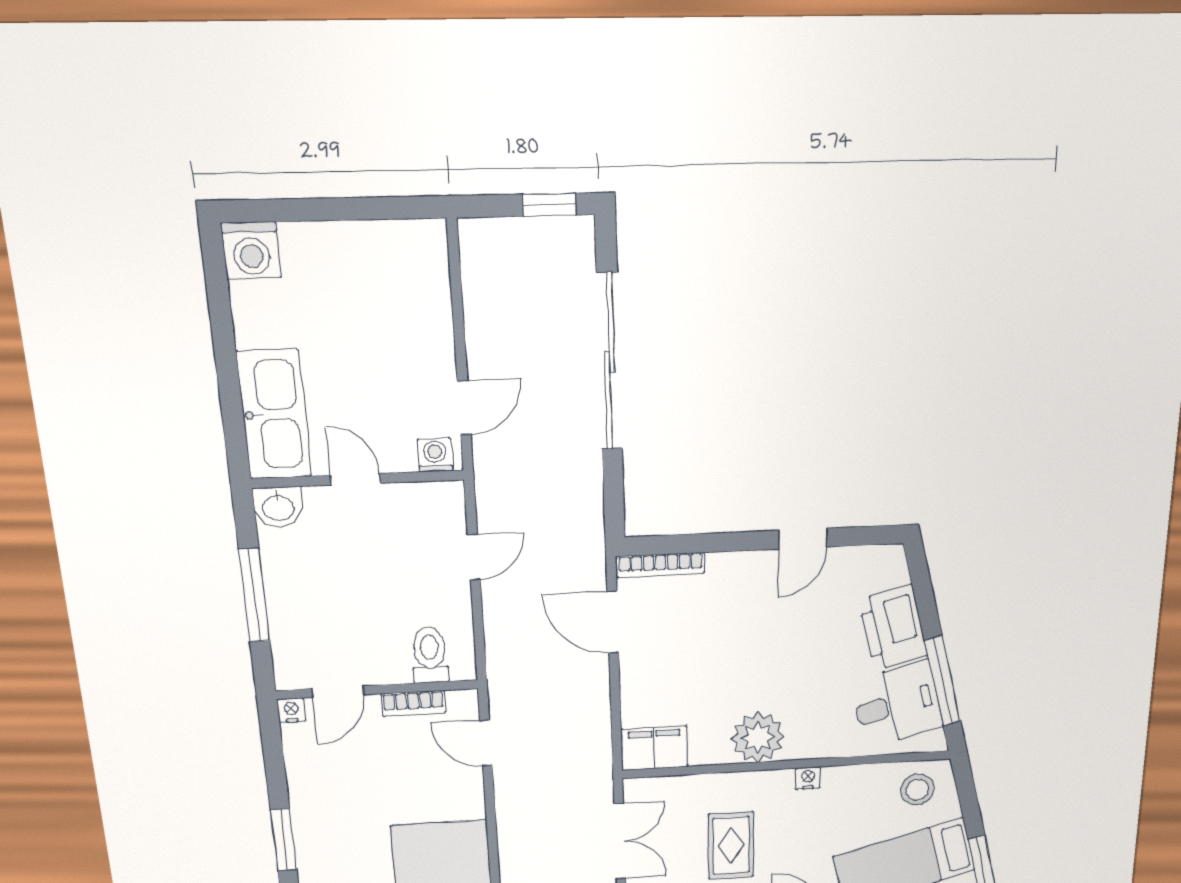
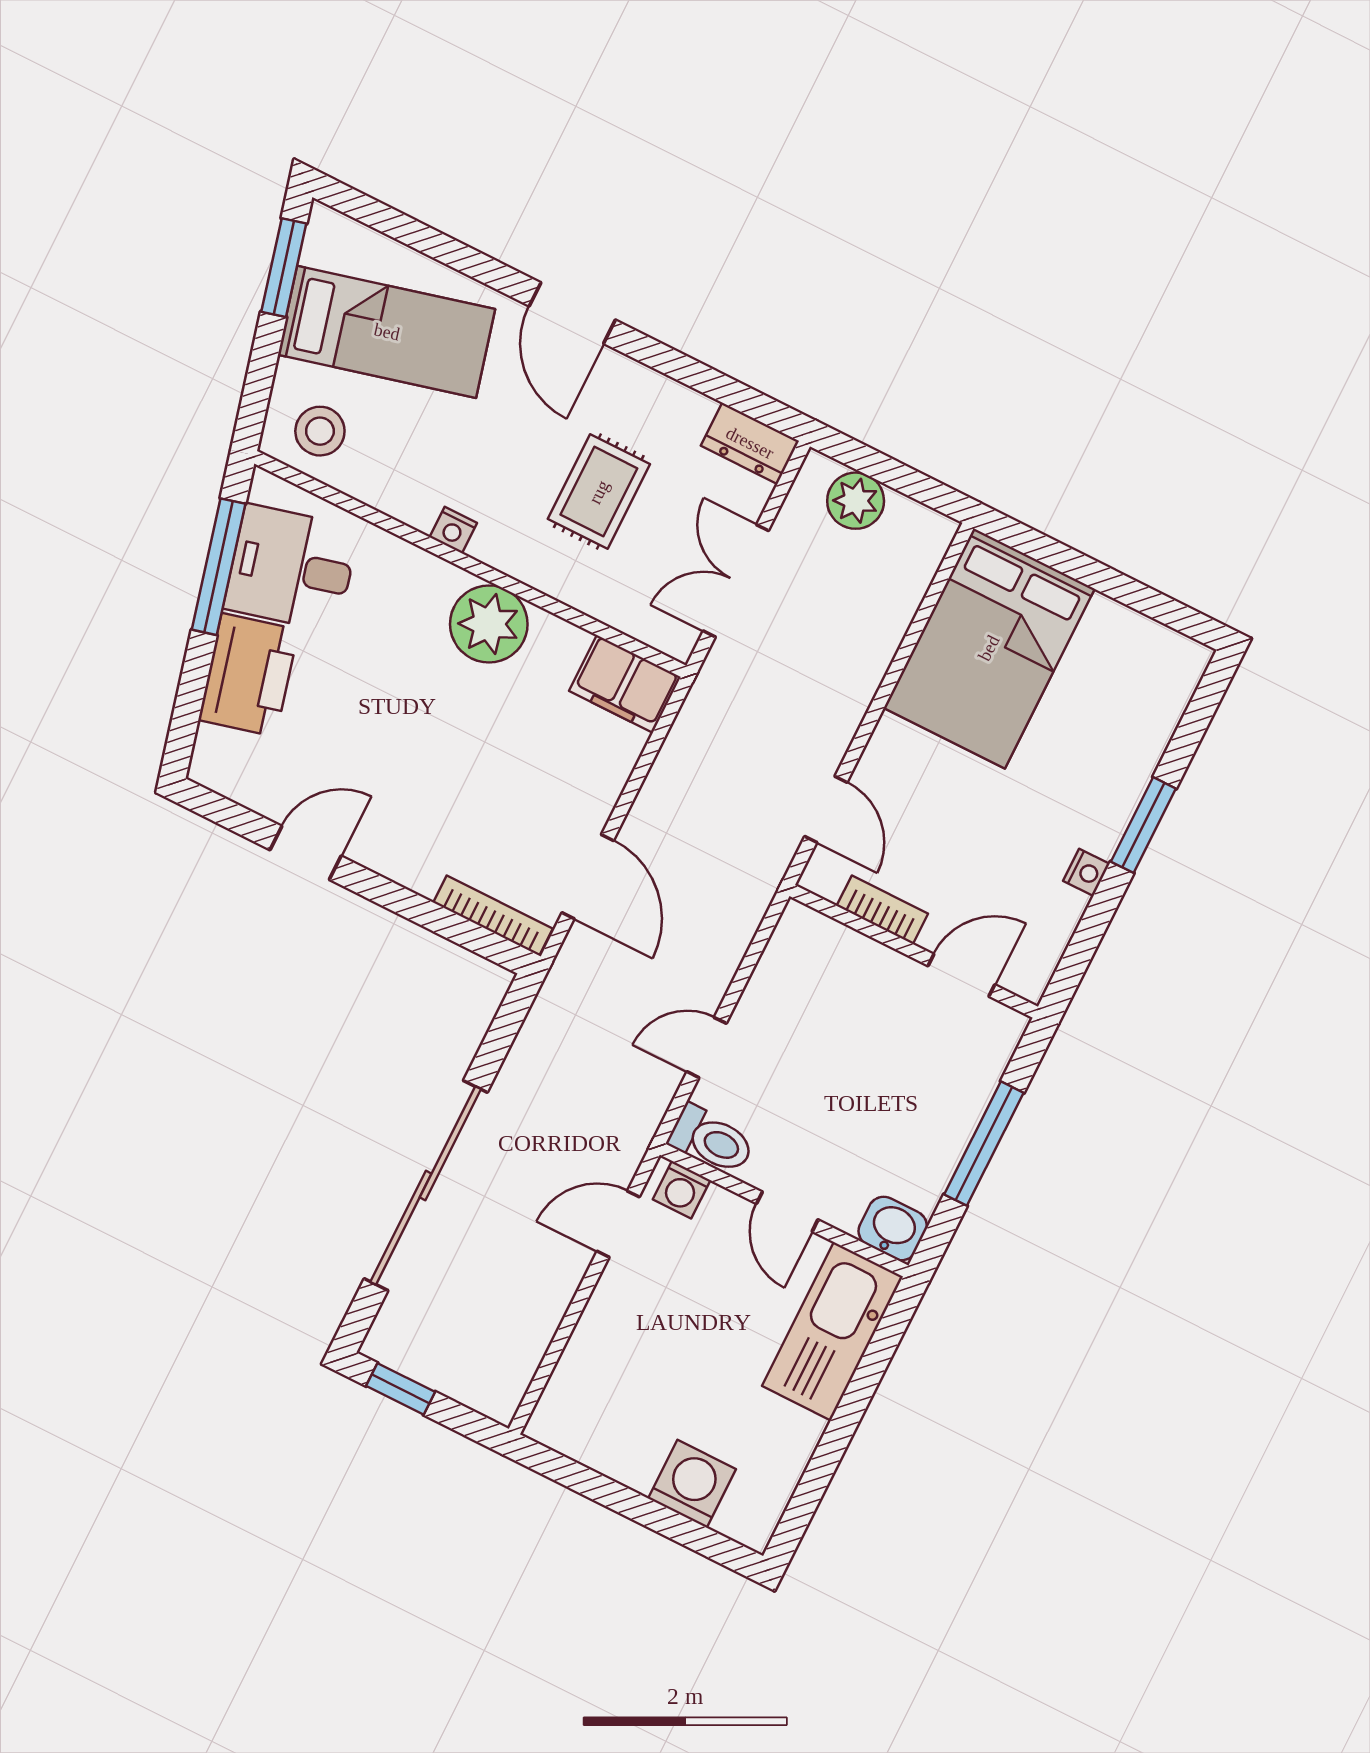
washing machine: (251, 250) -> (692, 1484), moved
toilet: (430, 655) -> (711, 1140), moved, turned -90
nightstand: (291, 710) -> (1086, 872), moved, turned -90

